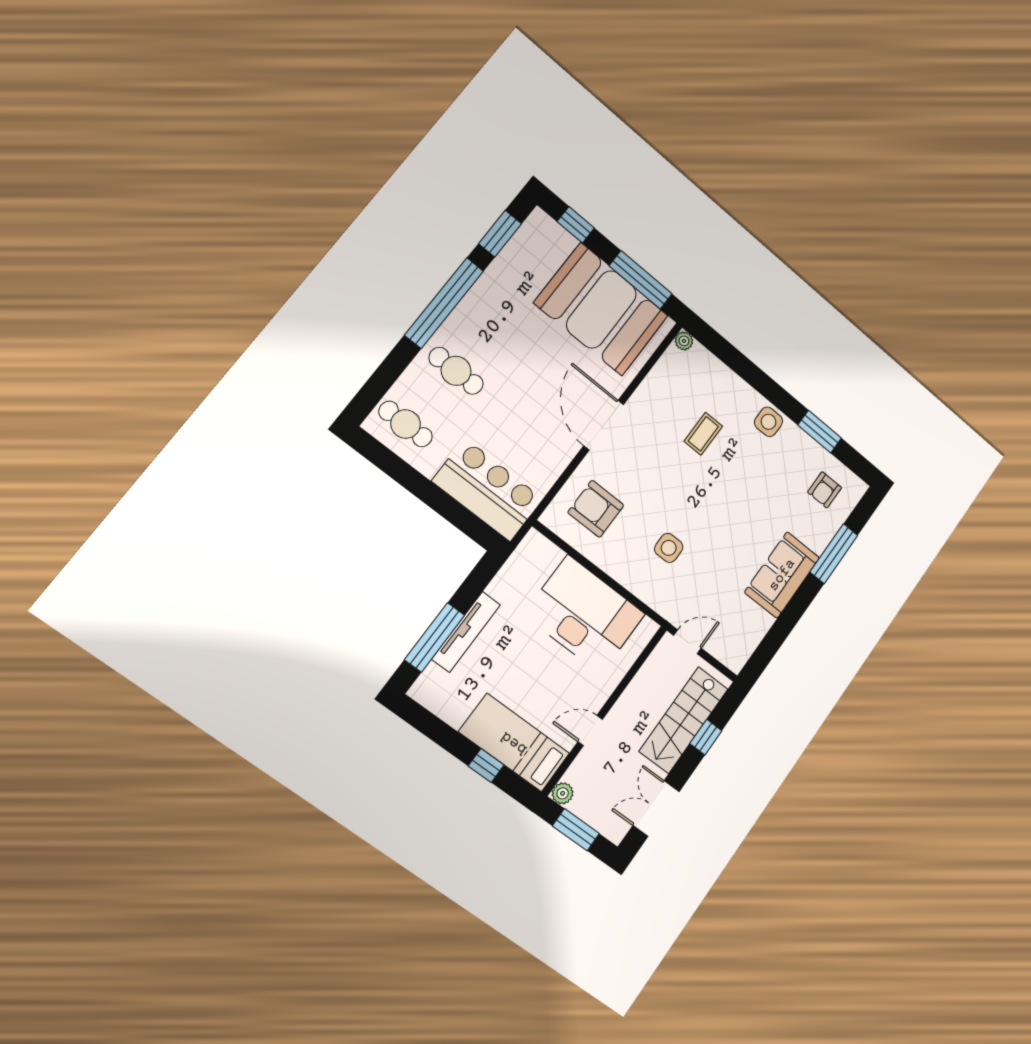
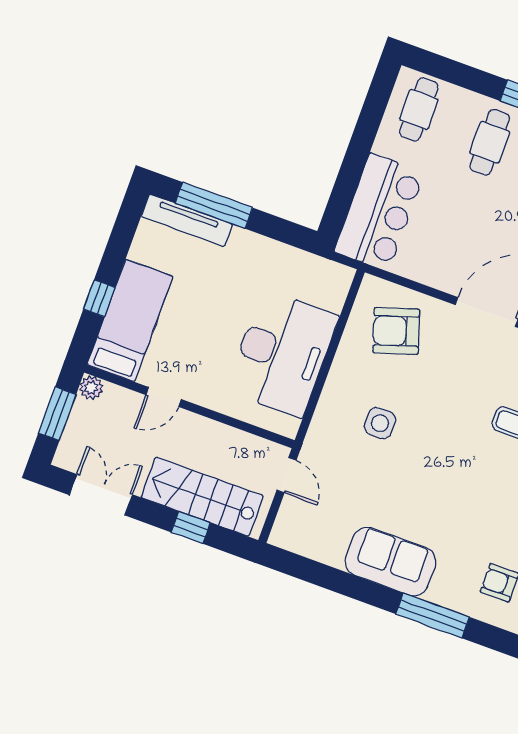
armchair: (596, 509) -> (396, 331), turned -108
tv unit: (466, 632) -> (187, 220), moved
door: (590, 731) -> (164, 397), swing flipped

